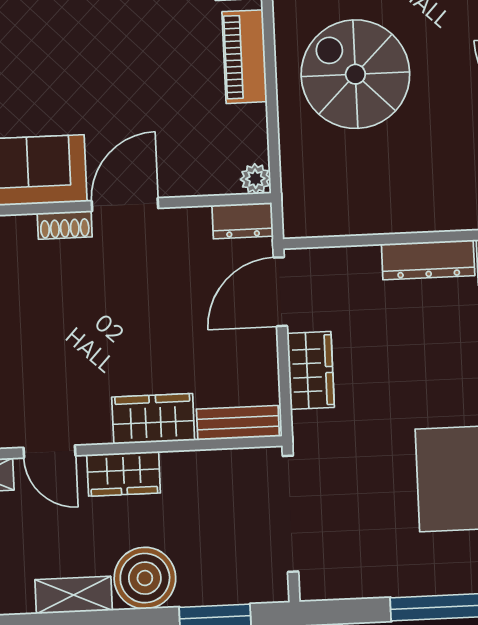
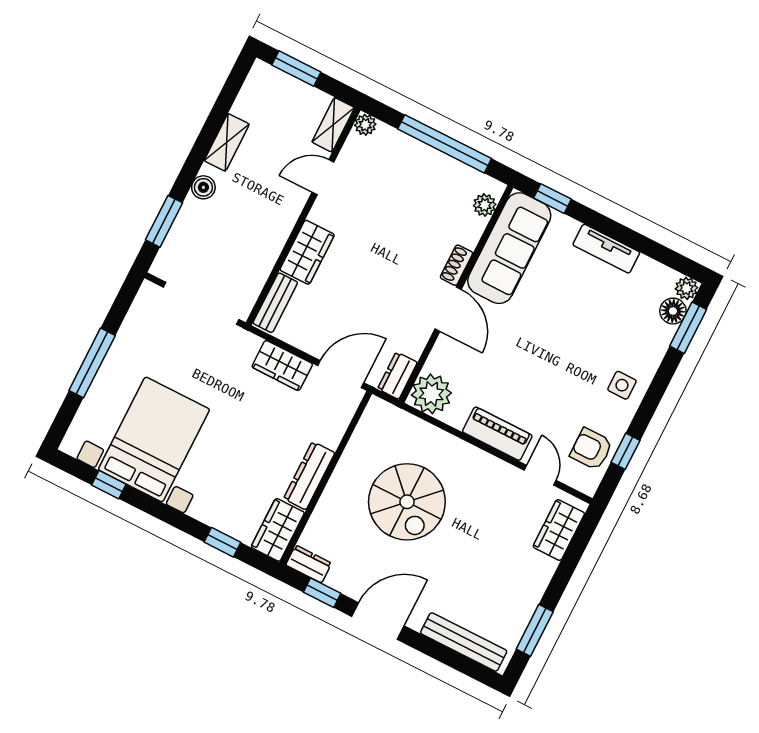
spiral stairs: (355, 74) -> (407, 502), moved, turned 90
plant: (255, 179) -> (431, 394), width x1.87, depth x1.87
door: (280, 292) -> (341, 374), hinge flipped
wardrobe: (124, 474) -> (284, 215), removed
boiler: (145, 578) -> (203, 187), width x0.54, depth x0.54

